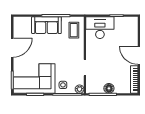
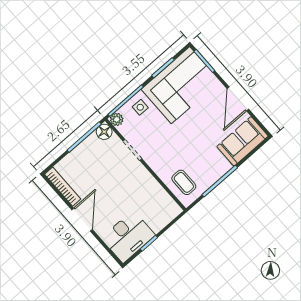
sofa: (46, 25) -> (242, 141), moved
desk: (100, 28) -> (128, 237), moved
door: (139, 55) -> (82, 220), hinge flipped
floor lamp: (109, 88) -> (104, 132), moved

